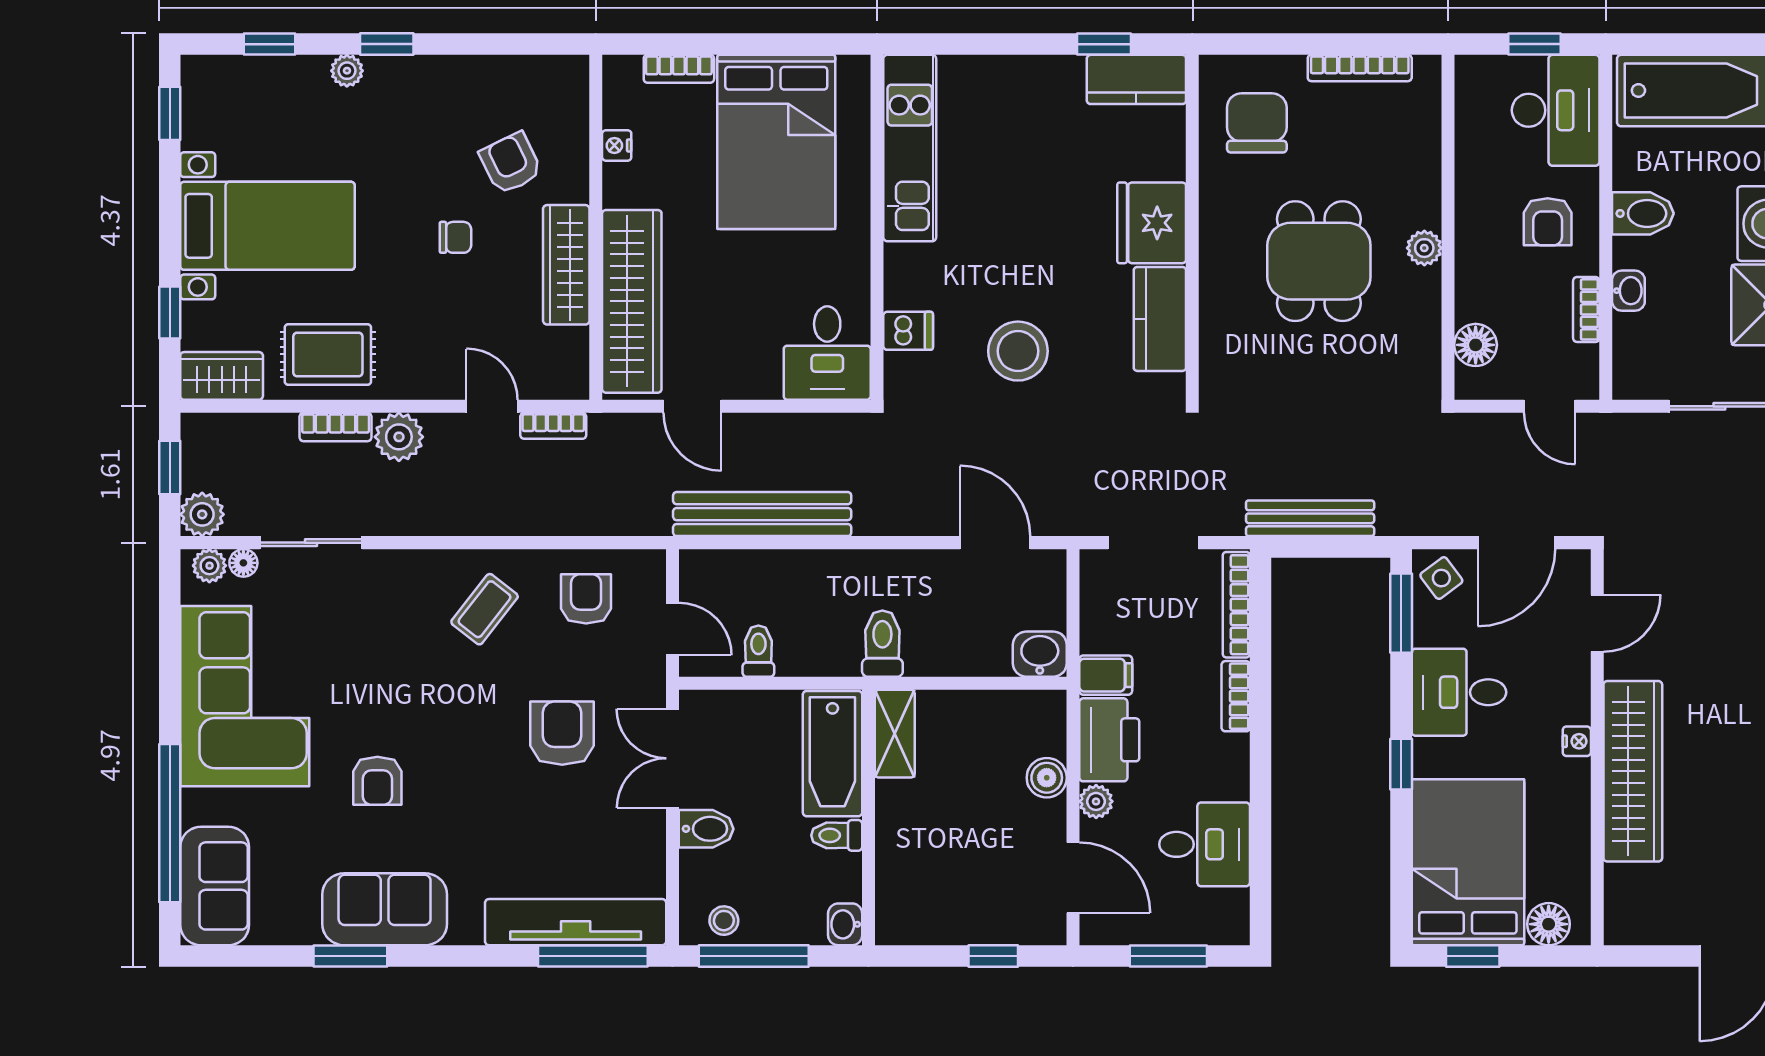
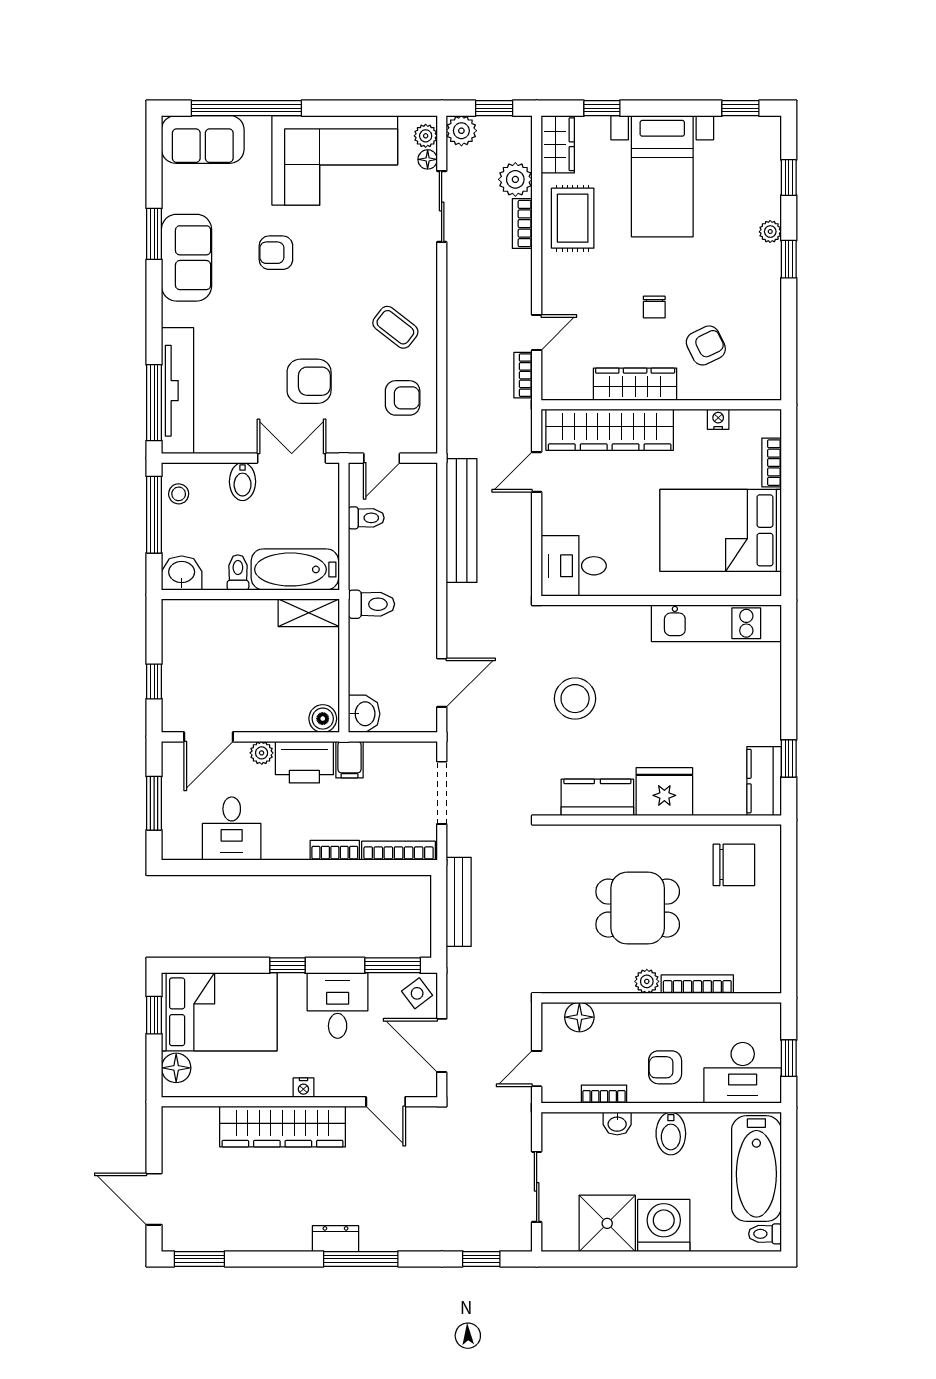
bookcase: (1360, 68) -> (697, 984), moved, turned 90
dishwasher: (908, 331) -> (589, 622), removed
plant: (399, 437) -> (515, 179), moved
boiler: (1047, 778) -> (323, 719), moved
washbasin: (845, 924) -> (182, 573), width x1.38, depth x1.45

